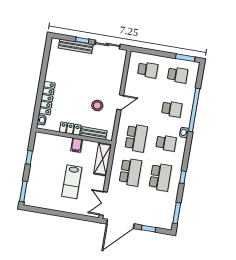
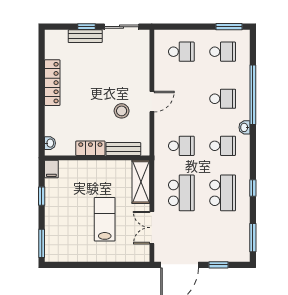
bench: (76, 46) -> (85, 36), width x0.73
locker: (47, 98) -> (52, 83), moved
school desk: (136, 138) -> (181, 146), width x0.54
filing cabinet: (77, 145) -> (51, 169), moved
lab bench: (72, 182) -> (105, 219), turned 180
double door: (103, 203) -> (152, 228), moved

